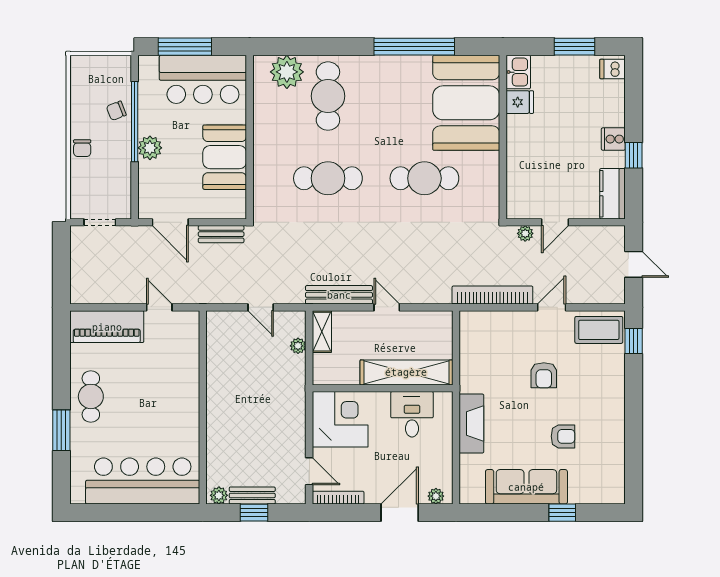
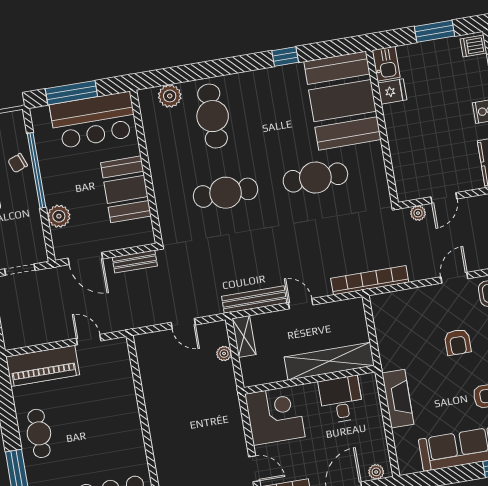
window: (414, 47) -> (285, 57), width x0.32
plant: (287, 72) -> (170, 96), width x0.73, depth x0.73
plant: (150, 148) -> (59, 216), moved
bookcase: (492, 295) -> (370, 280), moved

